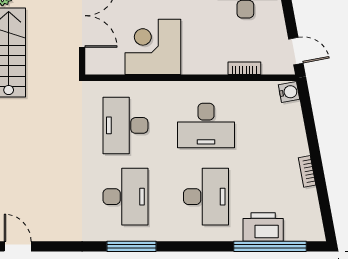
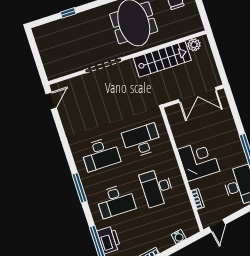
corner desk: (153, 47) -> (199, 160), moved
water cooler: (289, 92) -> (179, 237), moved
window: (131, 246) -> (80, 188), moved

